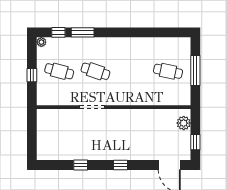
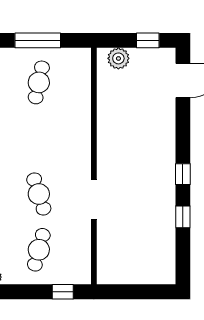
cafe table: (95, 71) -> (39, 194), turned -36
window: (32, 75) -> (63, 292), moved
window: (121, 165) -> (183, 174), moved

